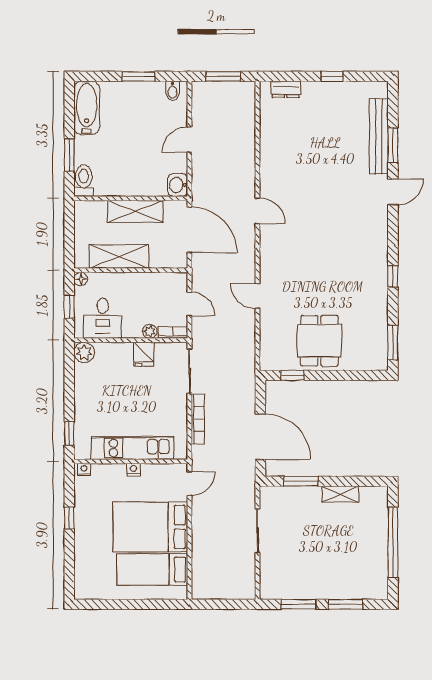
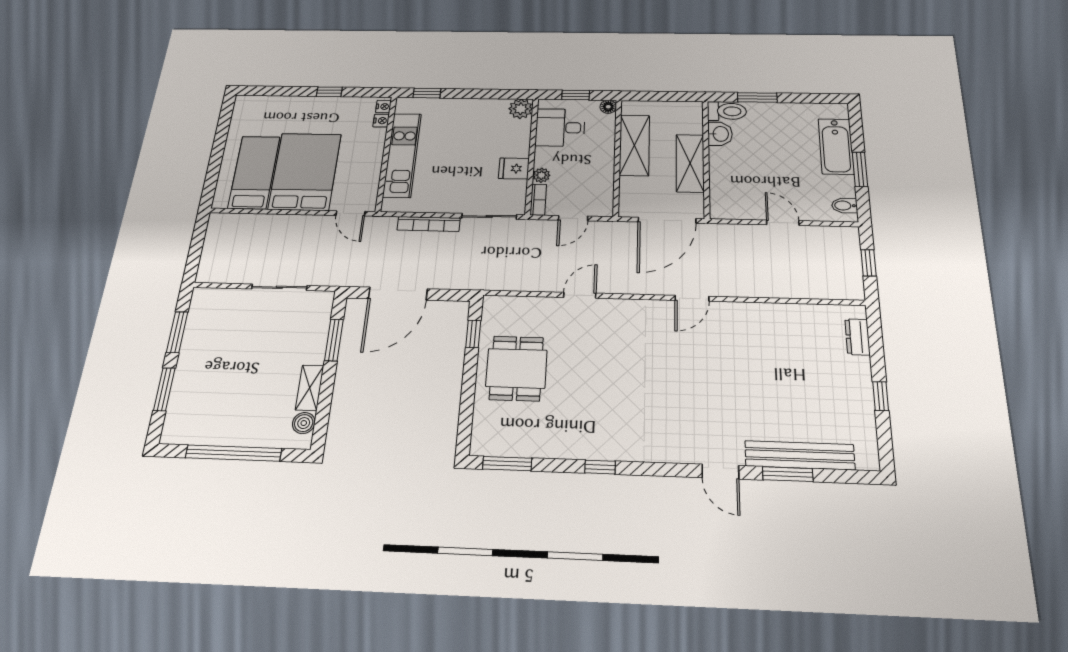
window: (223, 76) -> (868, 263), width x0.67
bathtub: (87, 108) -> (836, 146), moved, turned 90
washbasin: (178, 185) -> (720, 134), moved, turned 90
dining table: (319, 341) -> (516, 368), turned 90
nightstand: (133, 470) -> (381, 121), moved
boiler: (368, 494) -> (304, 423), added

